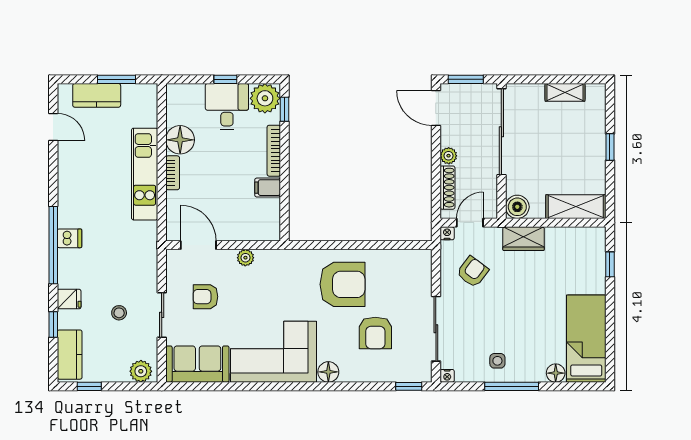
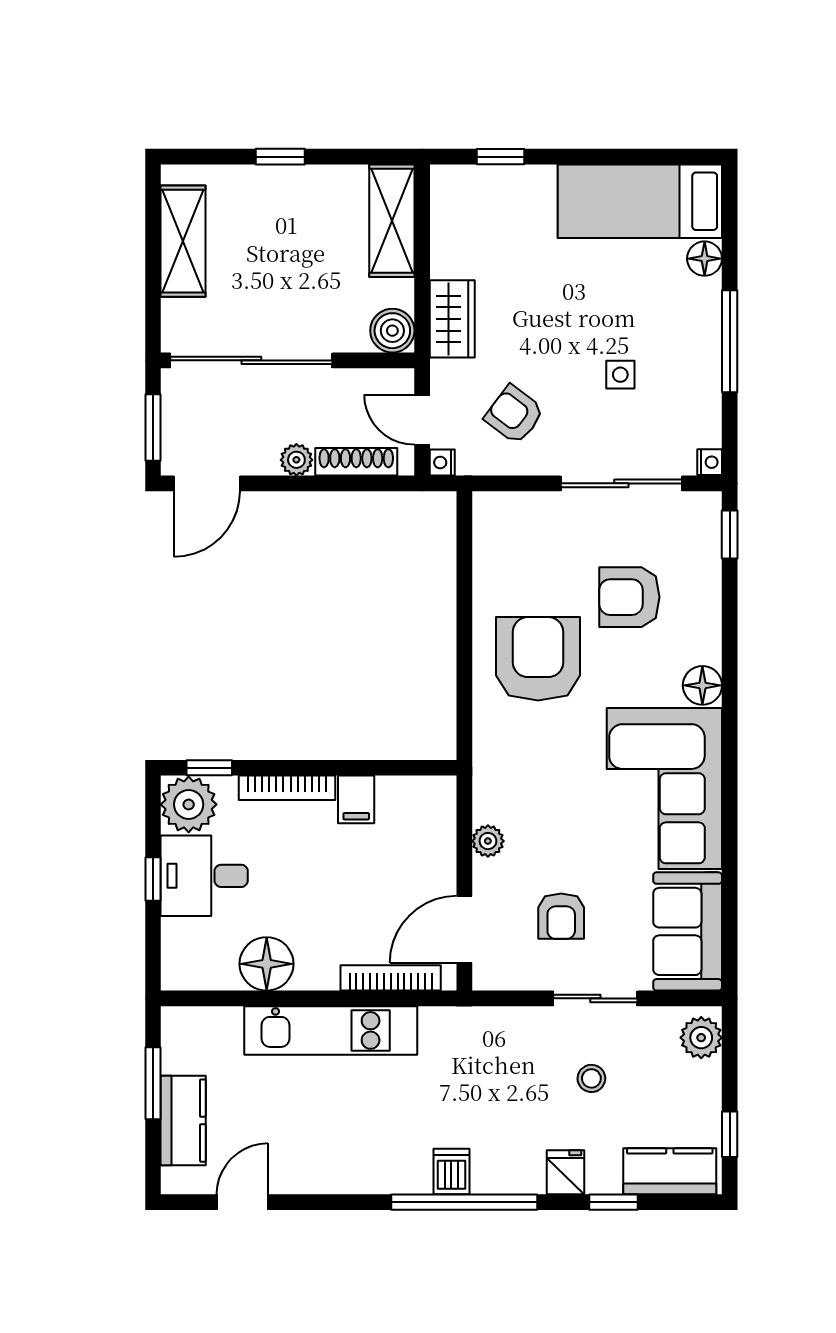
shelving: (565, 92) -> (183, 241), width x1.50, depth x1.33
bookcase: (173, 173) -> (391, 978), moved, width x1.56
armchair: (375, 333) -> (629, 597), turned 180
side table: (497, 361) -> (620, 375), moved

